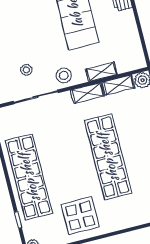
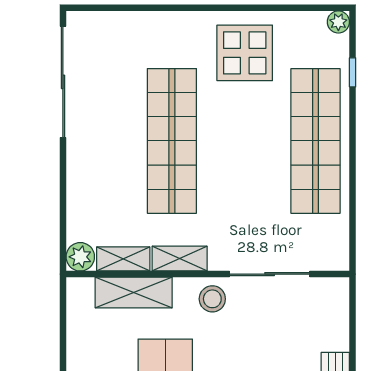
stool: (26, 70) -> (274, 324), removed
shelving: (101, 72) -> (134, 293), width x1.50, depth x1.33

